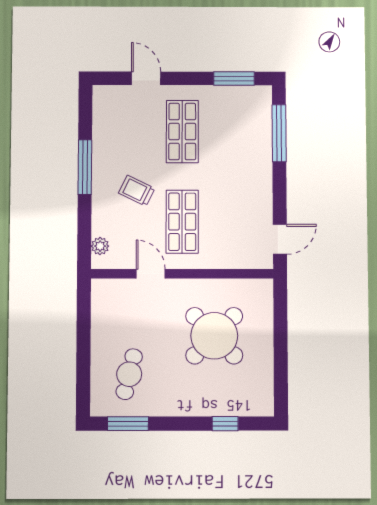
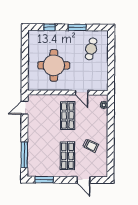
window: (85, 167) -> (111, 140), removed
trolley: (137, 191) -> (91, 146), moved
round table: (214, 336) -> (54, 65), turned 45
window: (128, 424) -> (77, 27), moved

